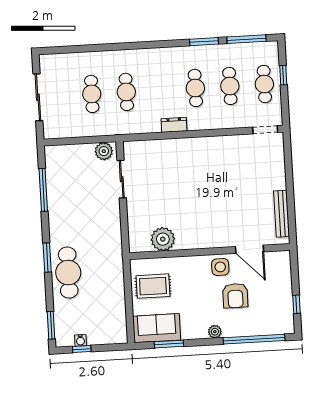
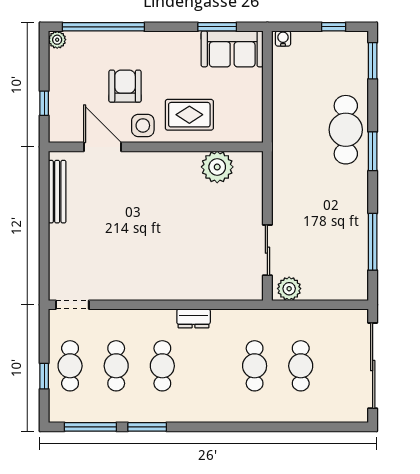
sliding door: (38, 97) -> (373, 366), width x1.36
rug: (153, 286) -> (189, 115), moved
window: (296, 304) -> (44, 103), moved
plant: (215, 332) -> (57, 40), moved
water cooler: (80, 340) -> (283, 39), moved

